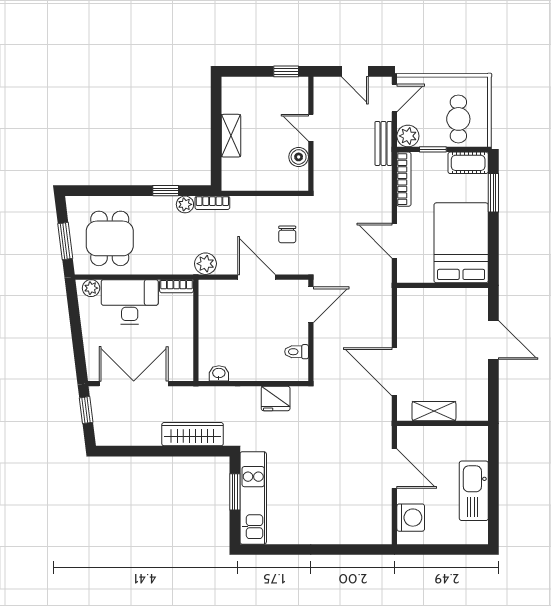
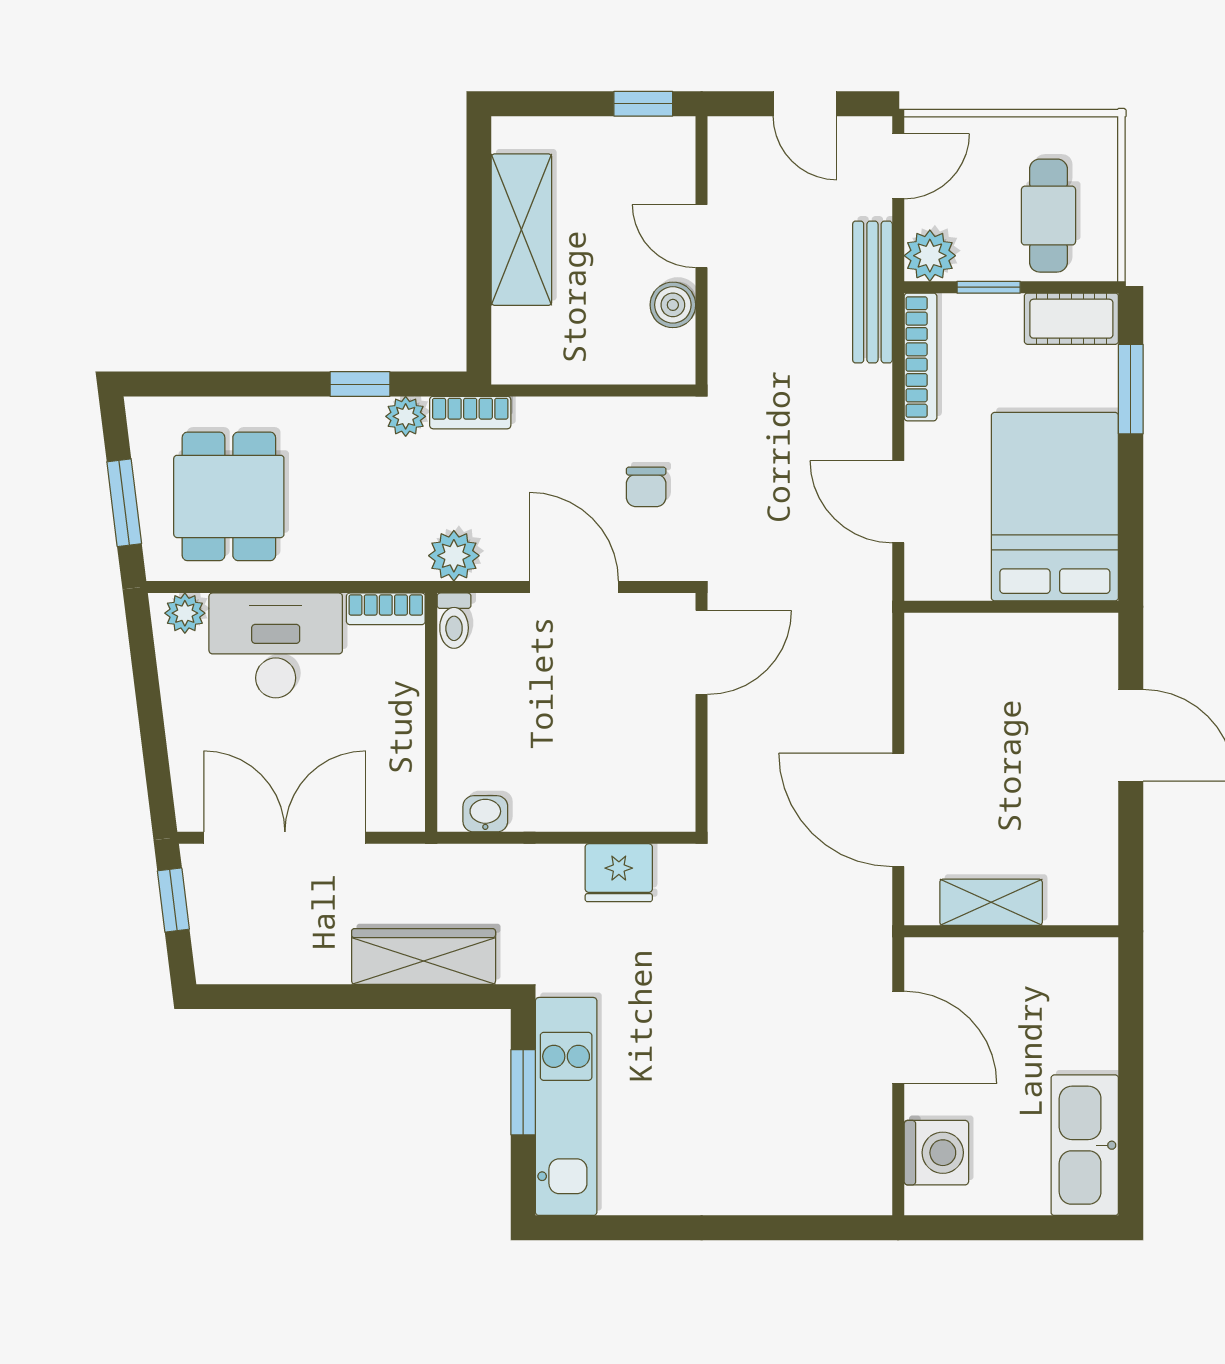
shelving: (231, 136) -> (521, 230), width x1.50, depth x1.33
bench: (384, 143) -> (872, 292), width x1.36
toilet: (297, 352) -> (454, 621), moved, turned -90
kitchen sink: (474, 491) -> (1085, 1145), moved

